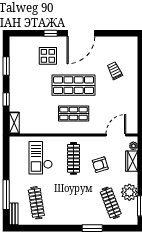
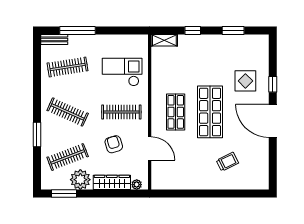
door: (116, 135) -> (150, 148), moved
wardrobe: (132, 161) -> (112, 182), width x1.50
clothes rail: (74, 203) -> (68, 112), added

